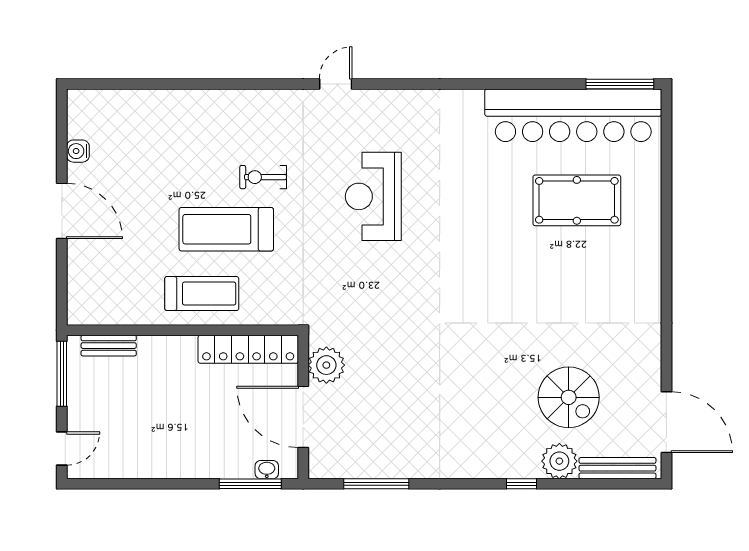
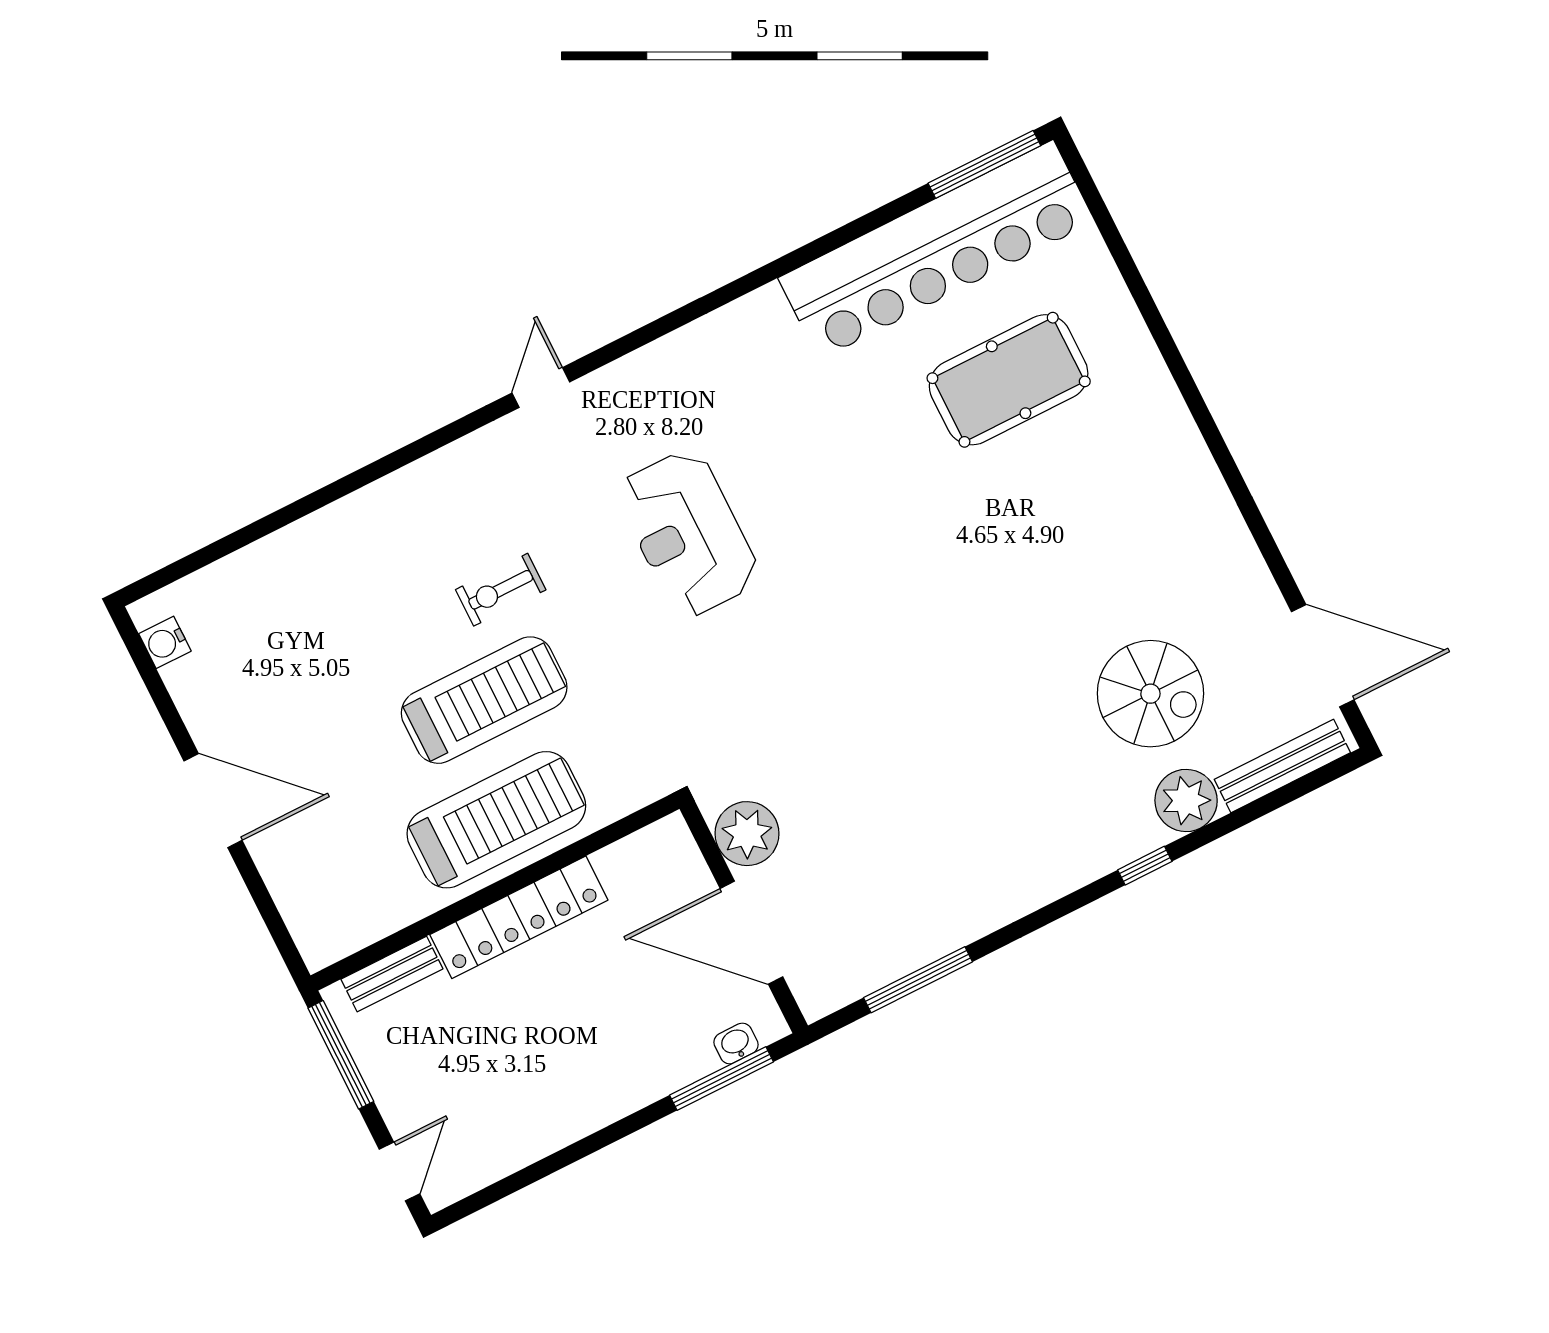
water cooler: (78, 151) -> (165, 642), moved
treadmill: (226, 229) -> (484, 700), turned 180
treadmill: (202, 294) -> (496, 820), width x1.37, depth x1.38
locker: (248, 349) -> (519, 917), moved

